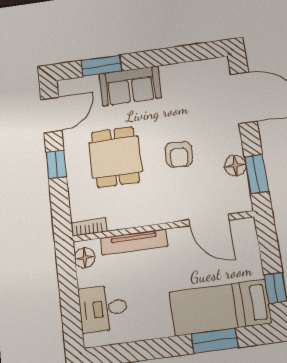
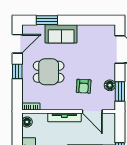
armchair: (179, 154) -> (84, 86), moved
dining table: (115, 157) -> (49, 72), turned 90
tv unit: (134, 242) -> (64, 117), moved

